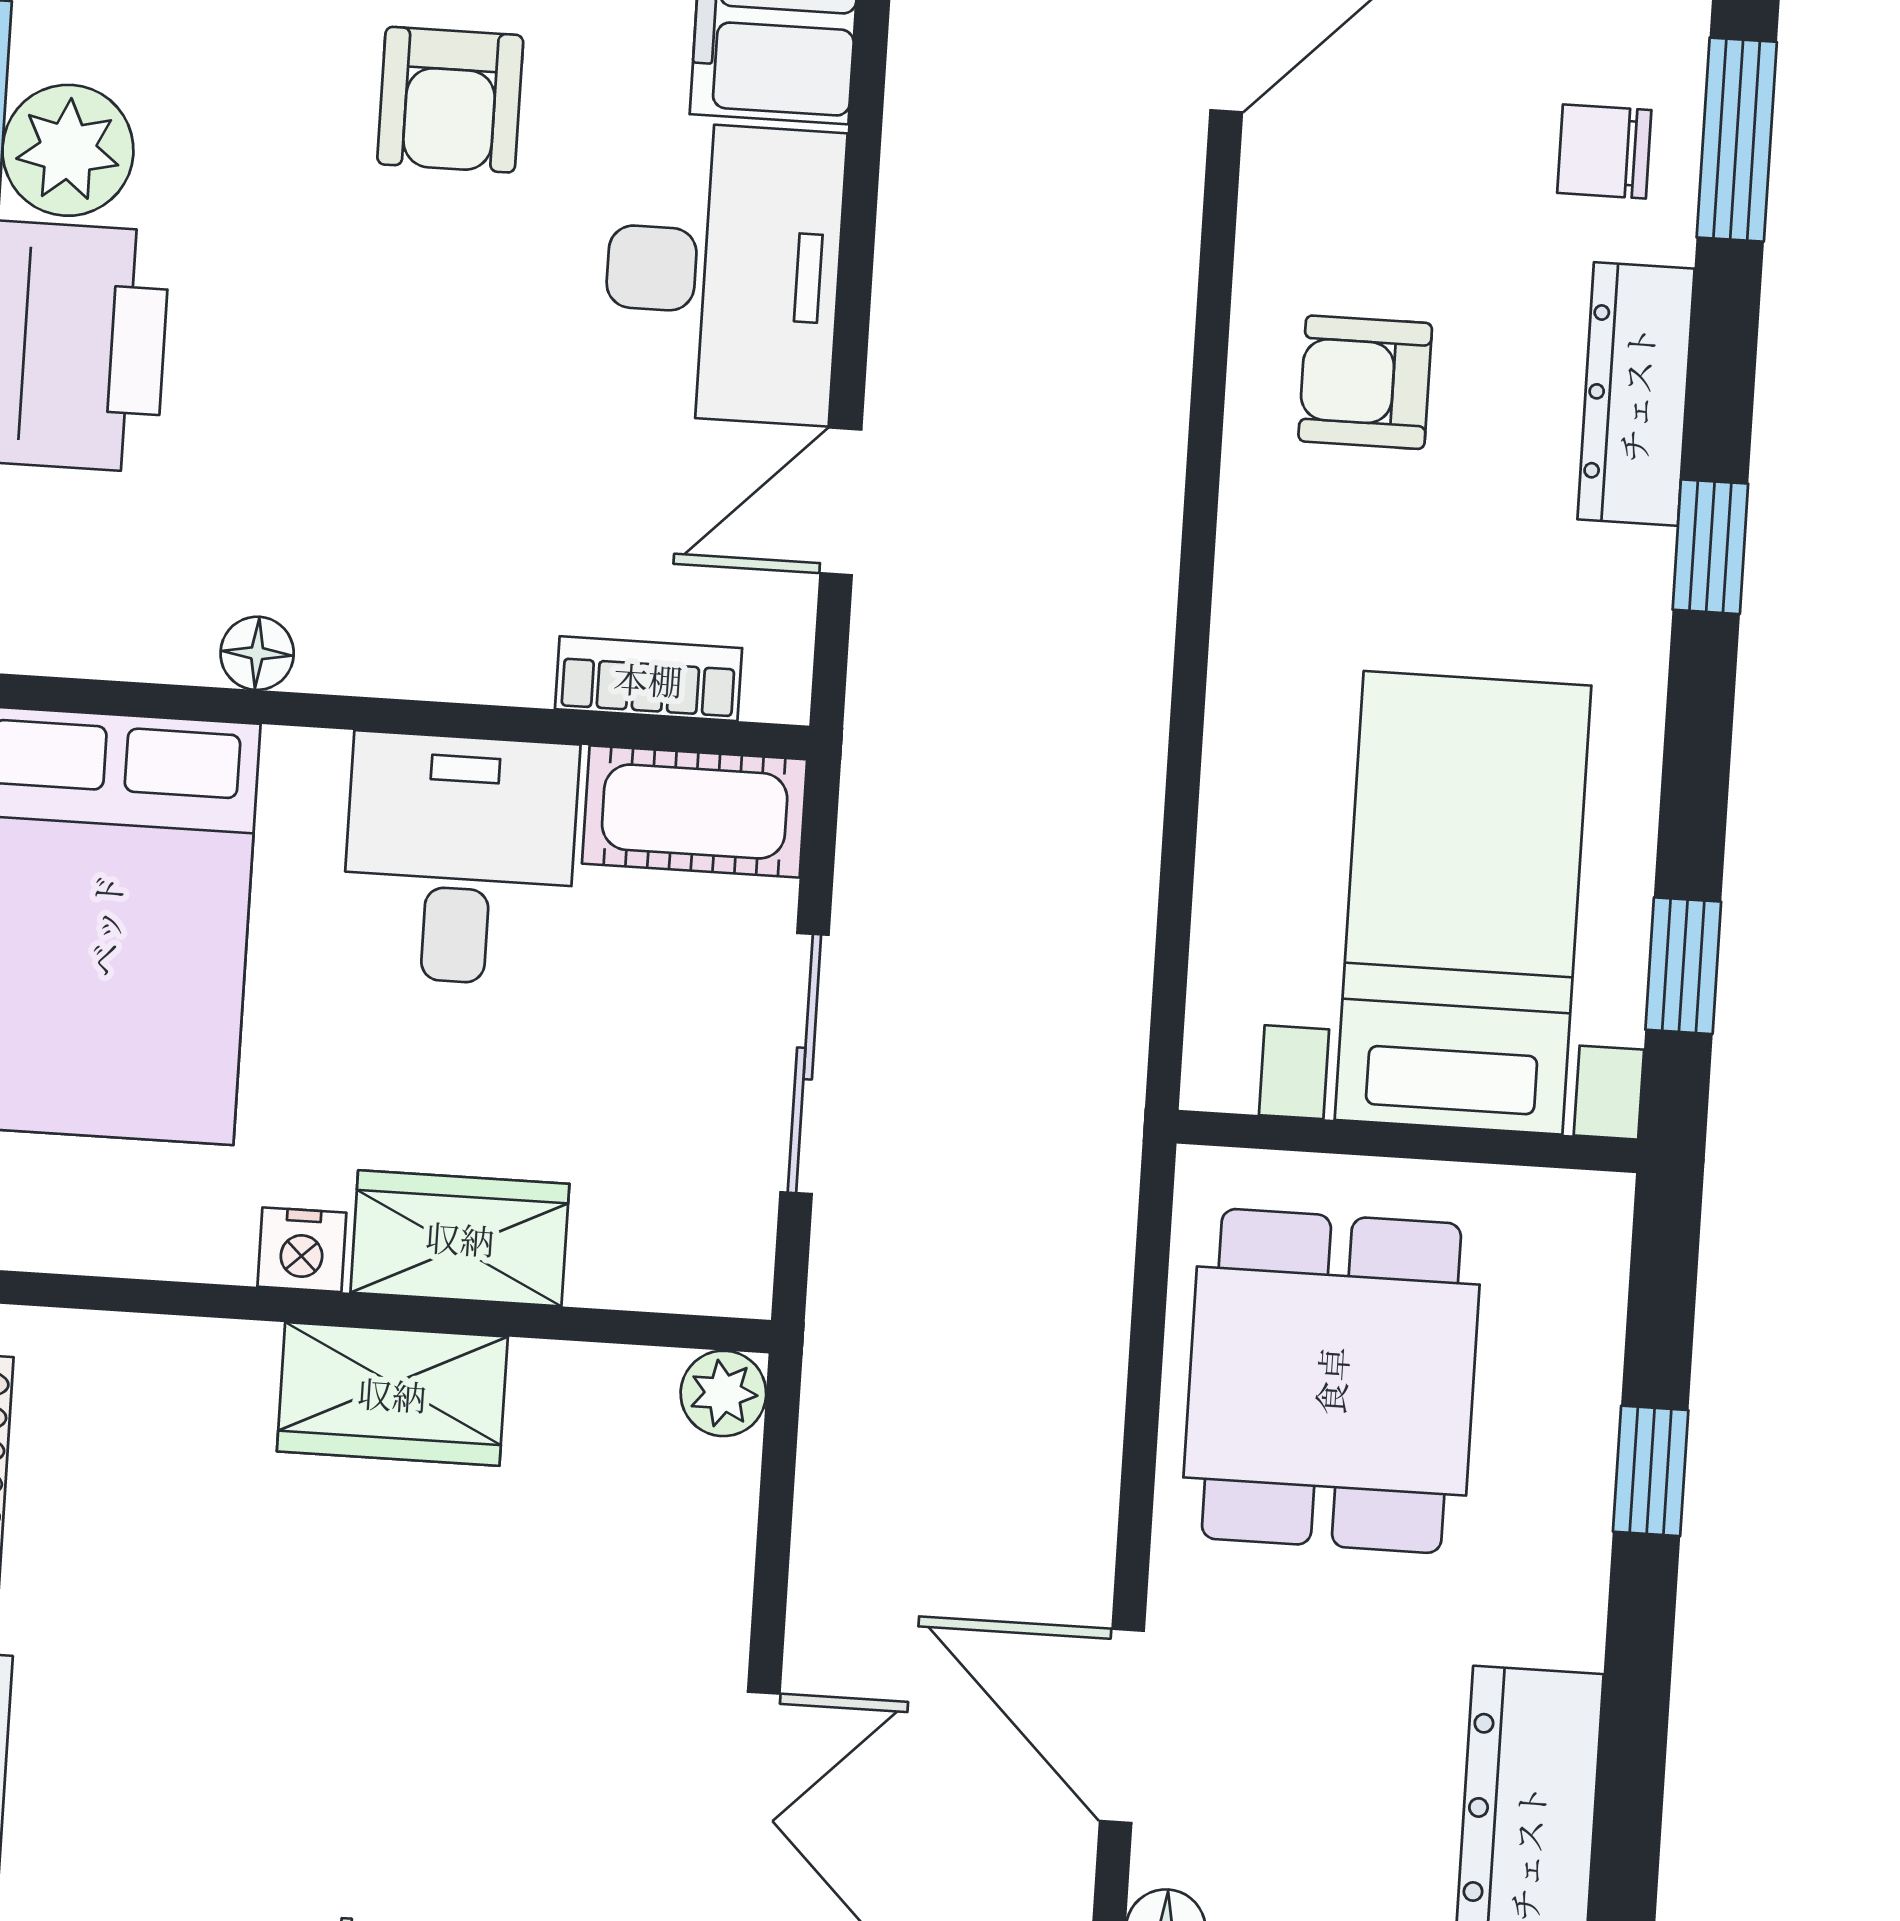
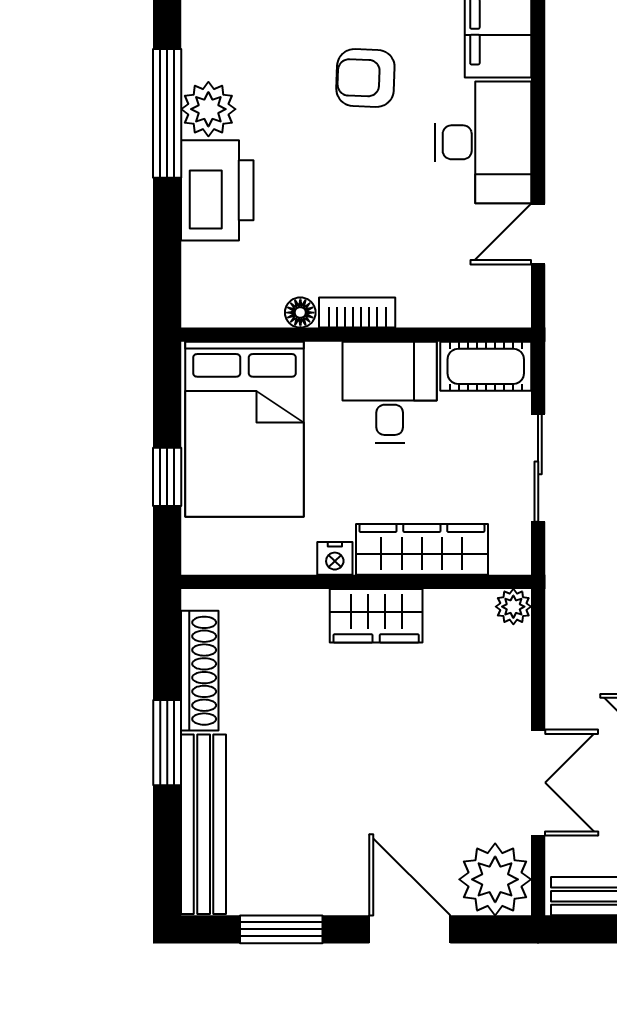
armchair: (450, 100) -> (365, 78), turned 92
bookcase: (648, 679) -> (357, 313), moved
wardrobe: (460, 1238) -> (422, 549), width x1.50

